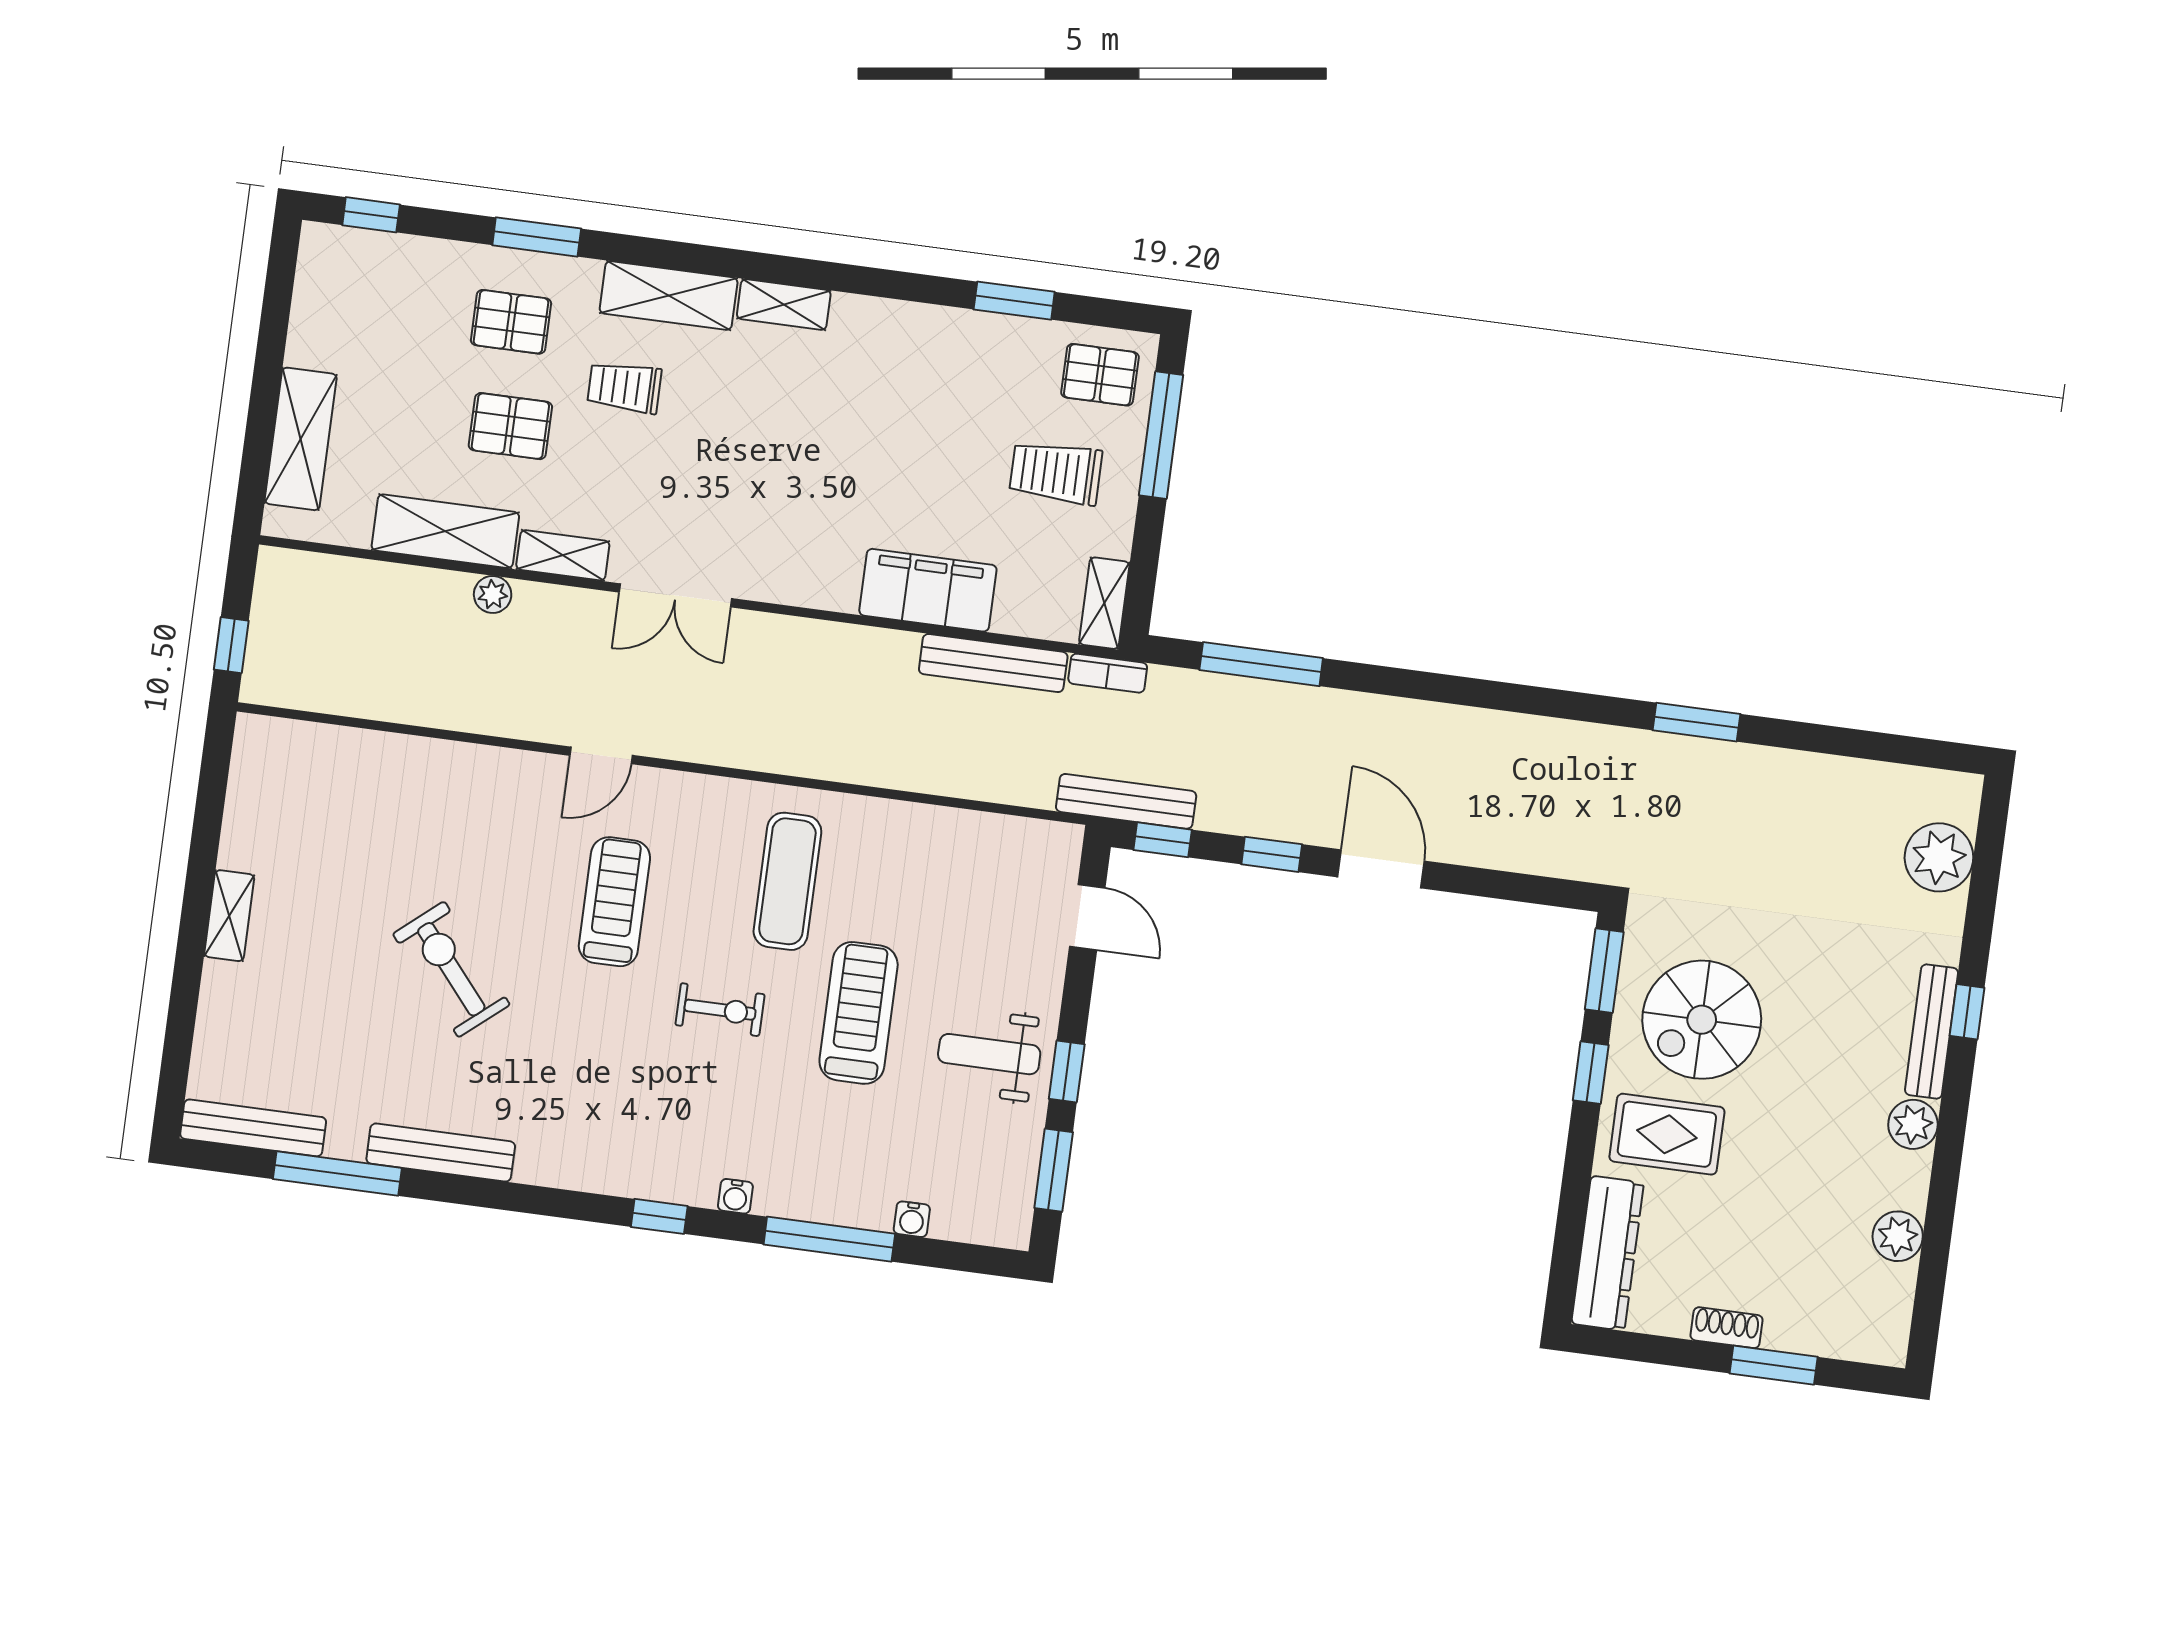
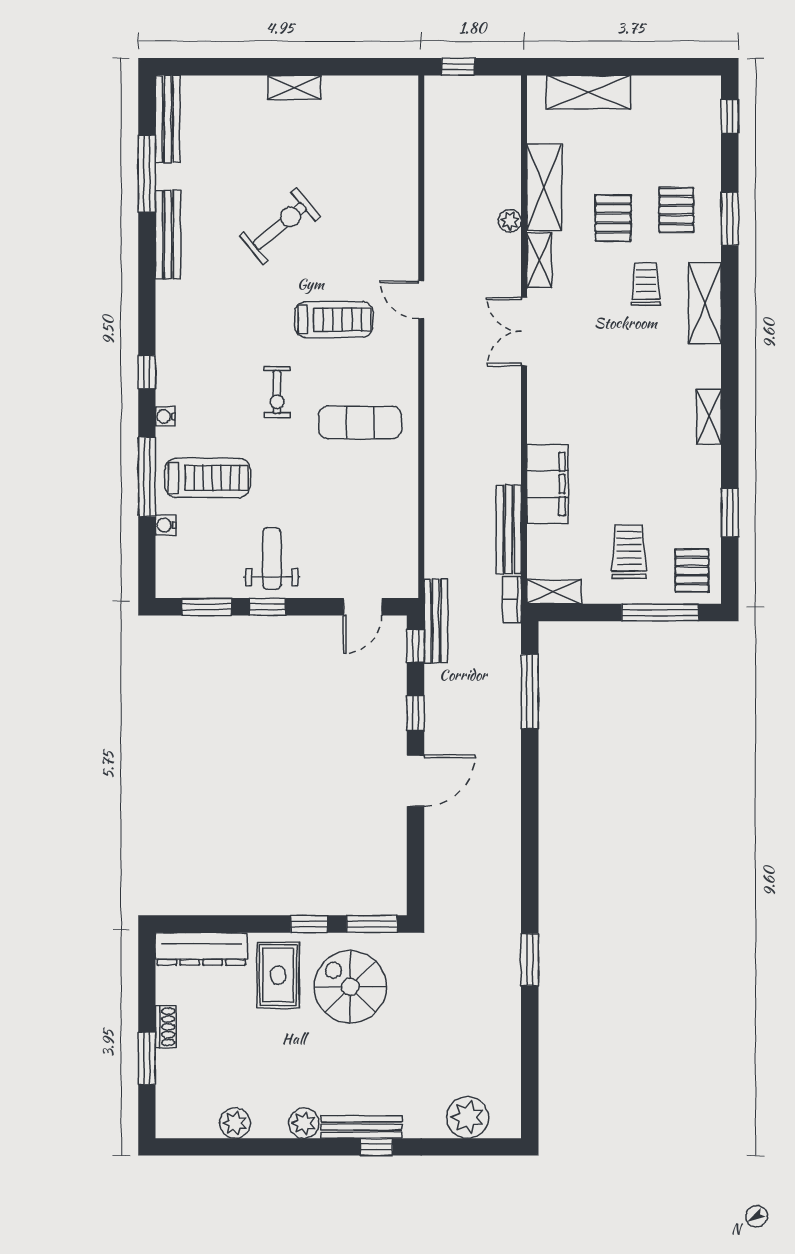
shelving: (784, 304) -> (709, 417), moved
treadmill: (859, 1013) -> (207, 478), moved

